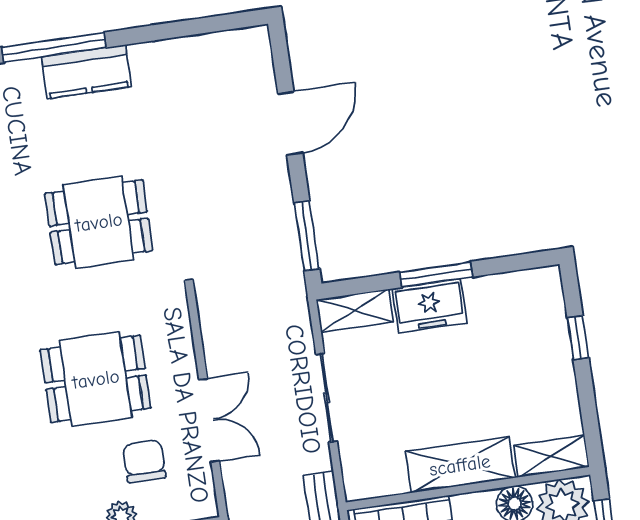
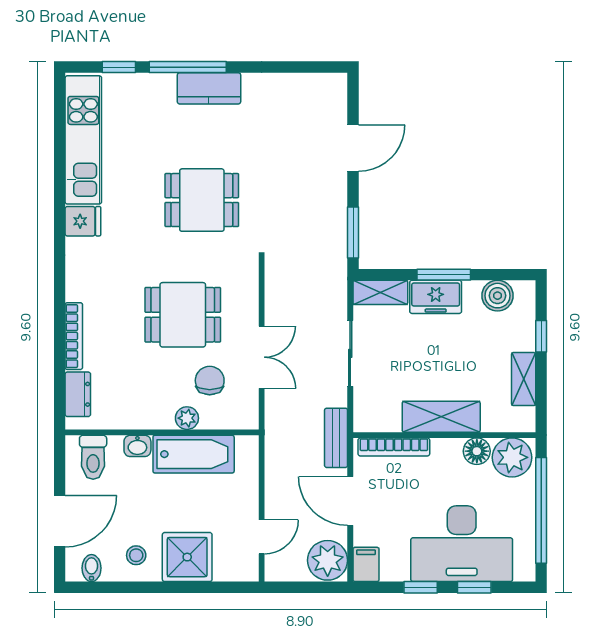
boiler: (512, 292) -> (498, 296), added
shelving: (551, 456) -> (524, 379), moved, turned 90

